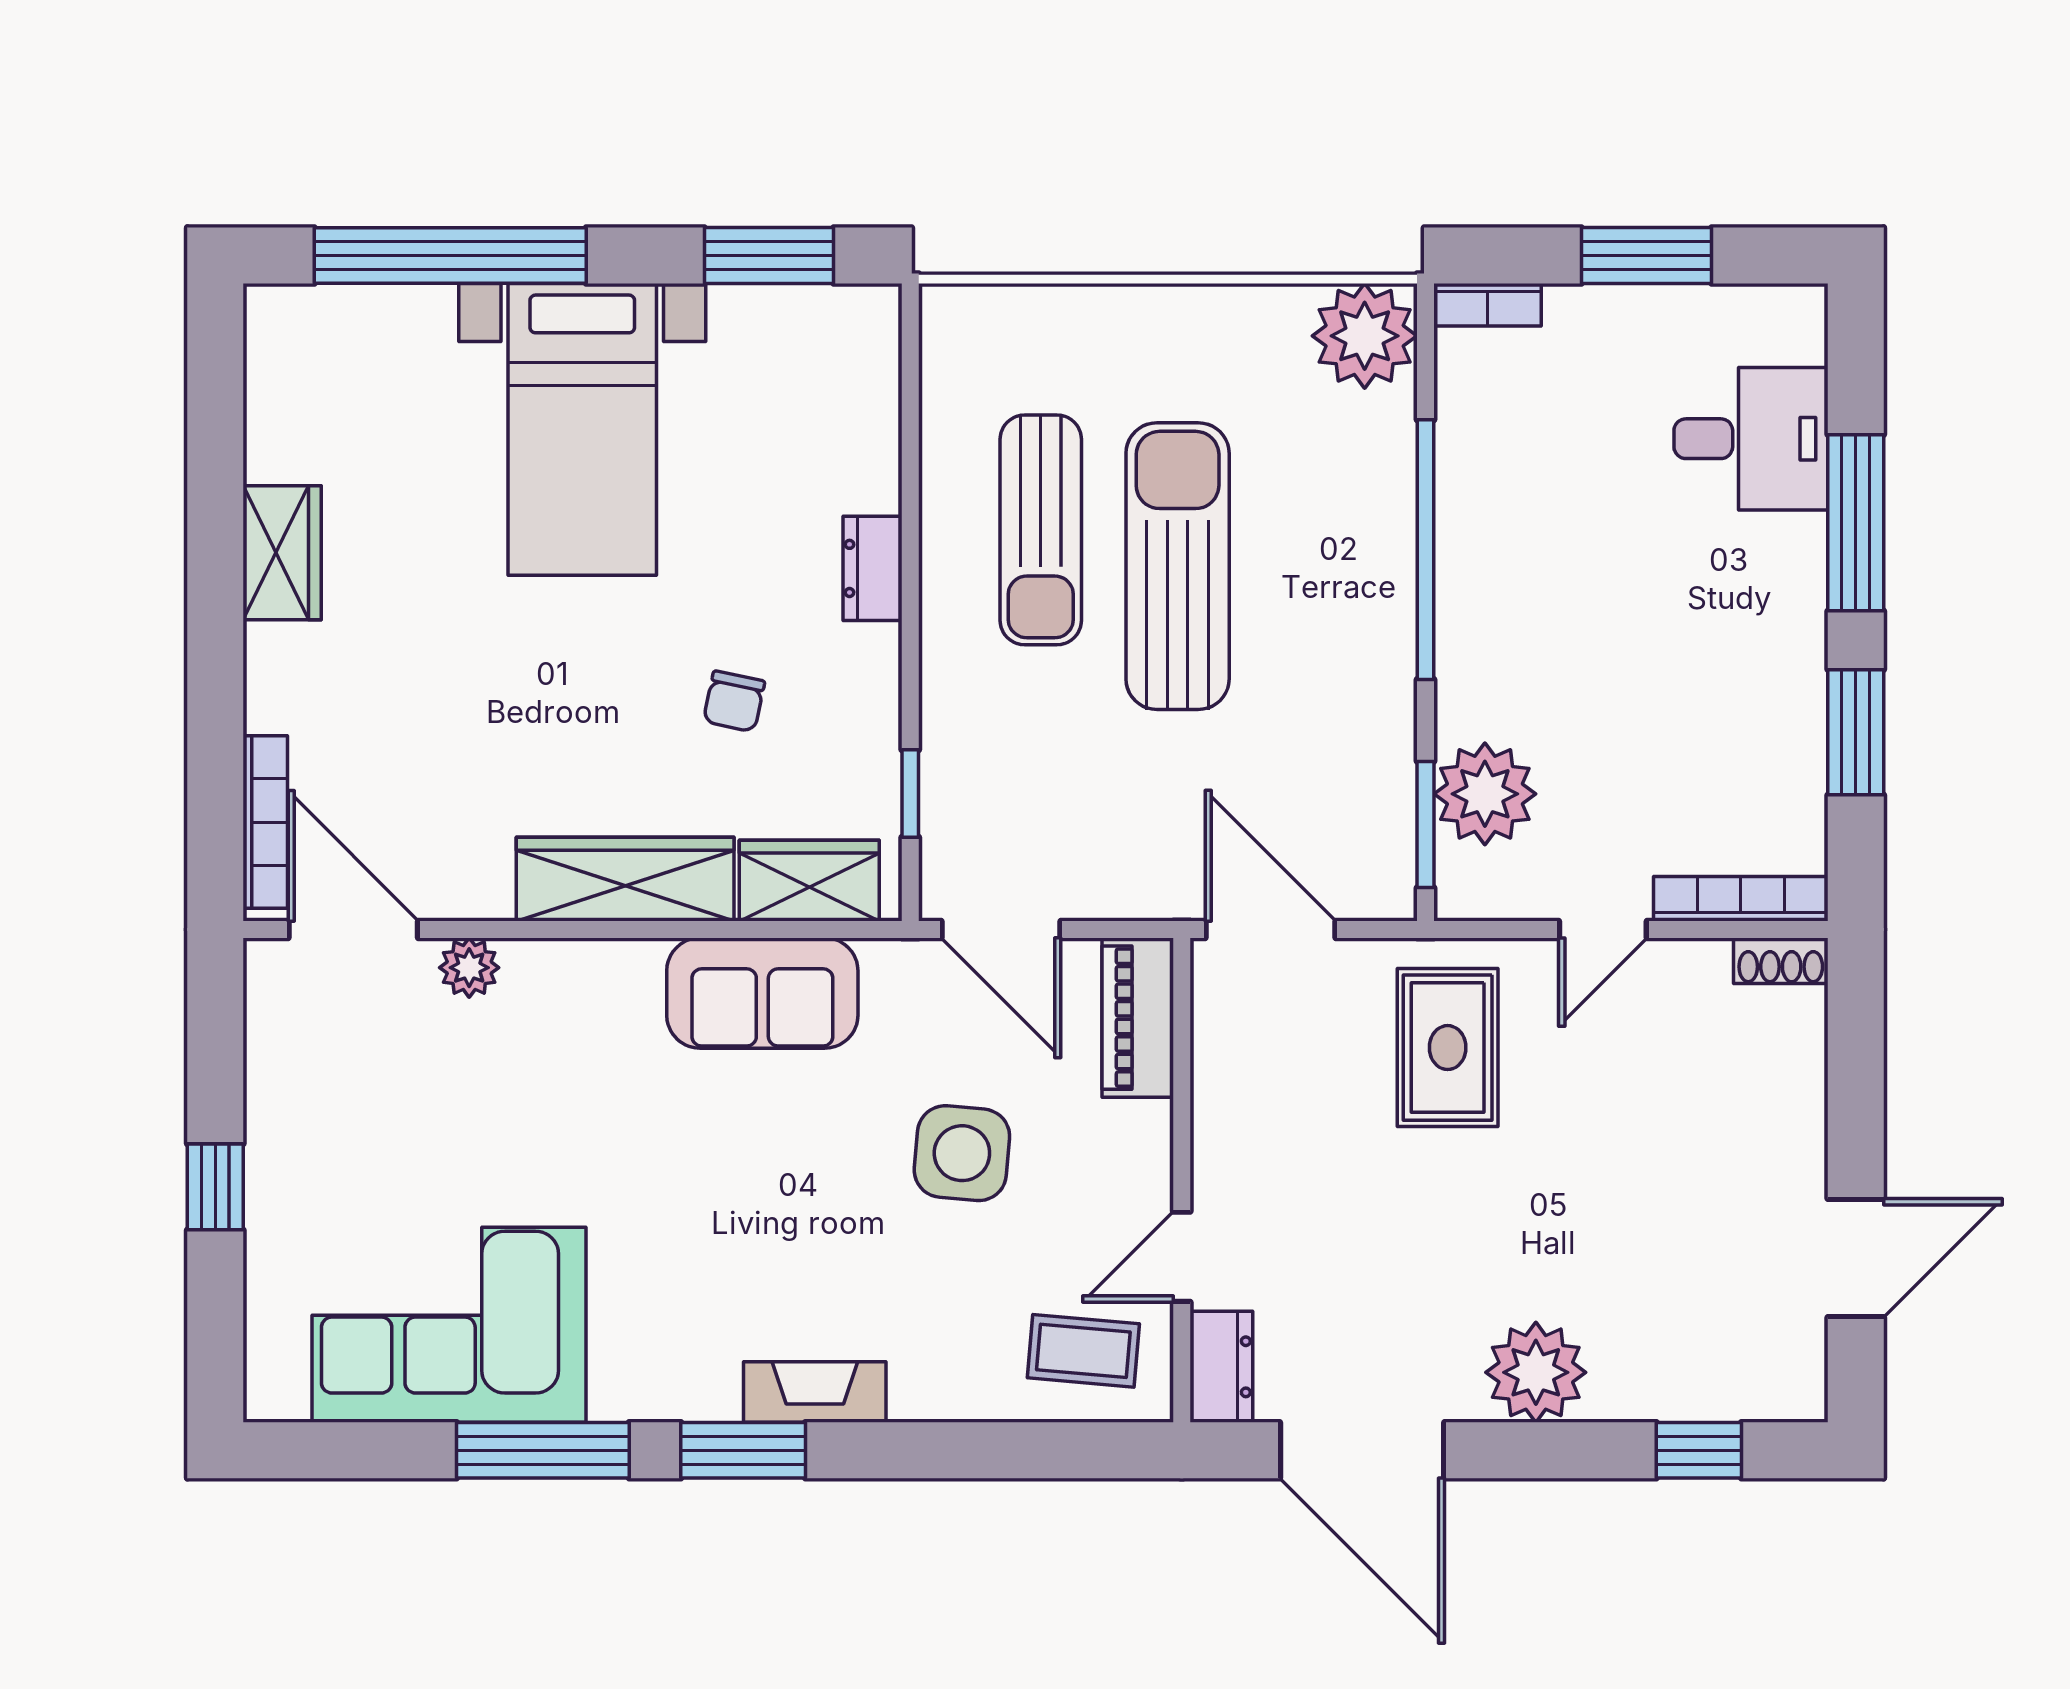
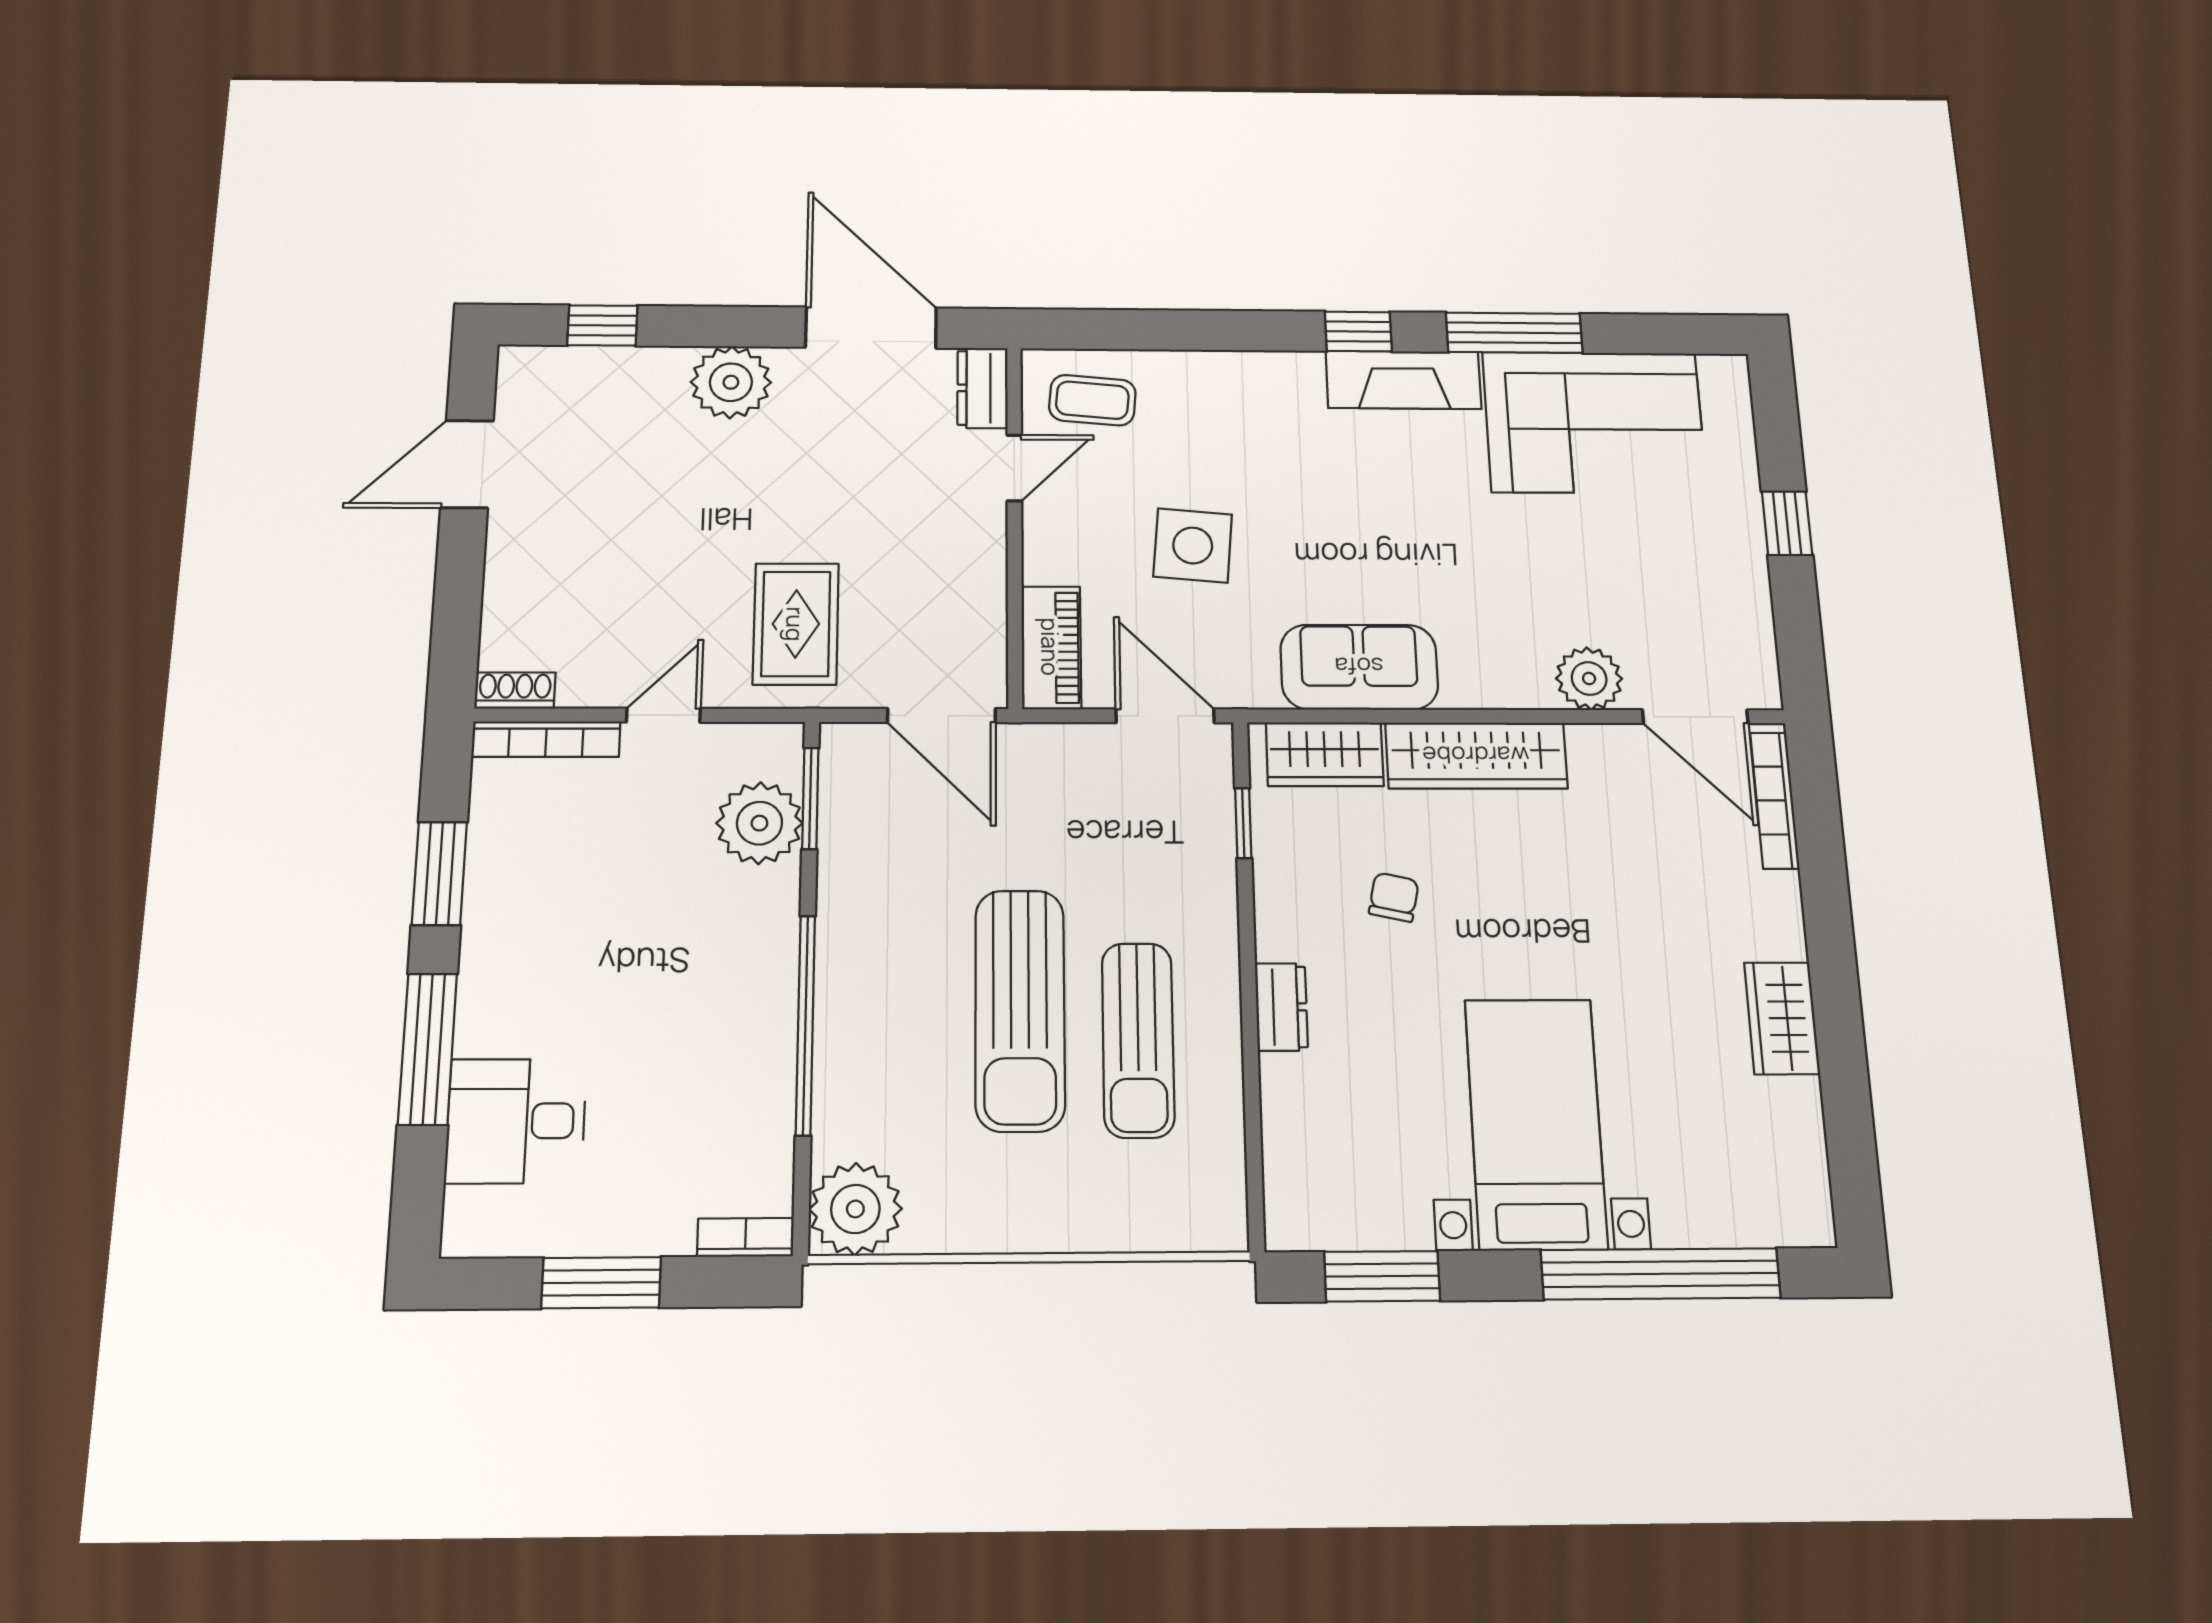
sun lounger: (1041, 530) -> (1138, 1040), turned 180
plant: (469, 968) -> (1589, 679), width x1.38, depth x1.38
fireplace: (815, 1392) -> (1403, 380), moved, width x1.37, depth x1.32
window: (743, 1450) -> (1358, 332), width x0.67

